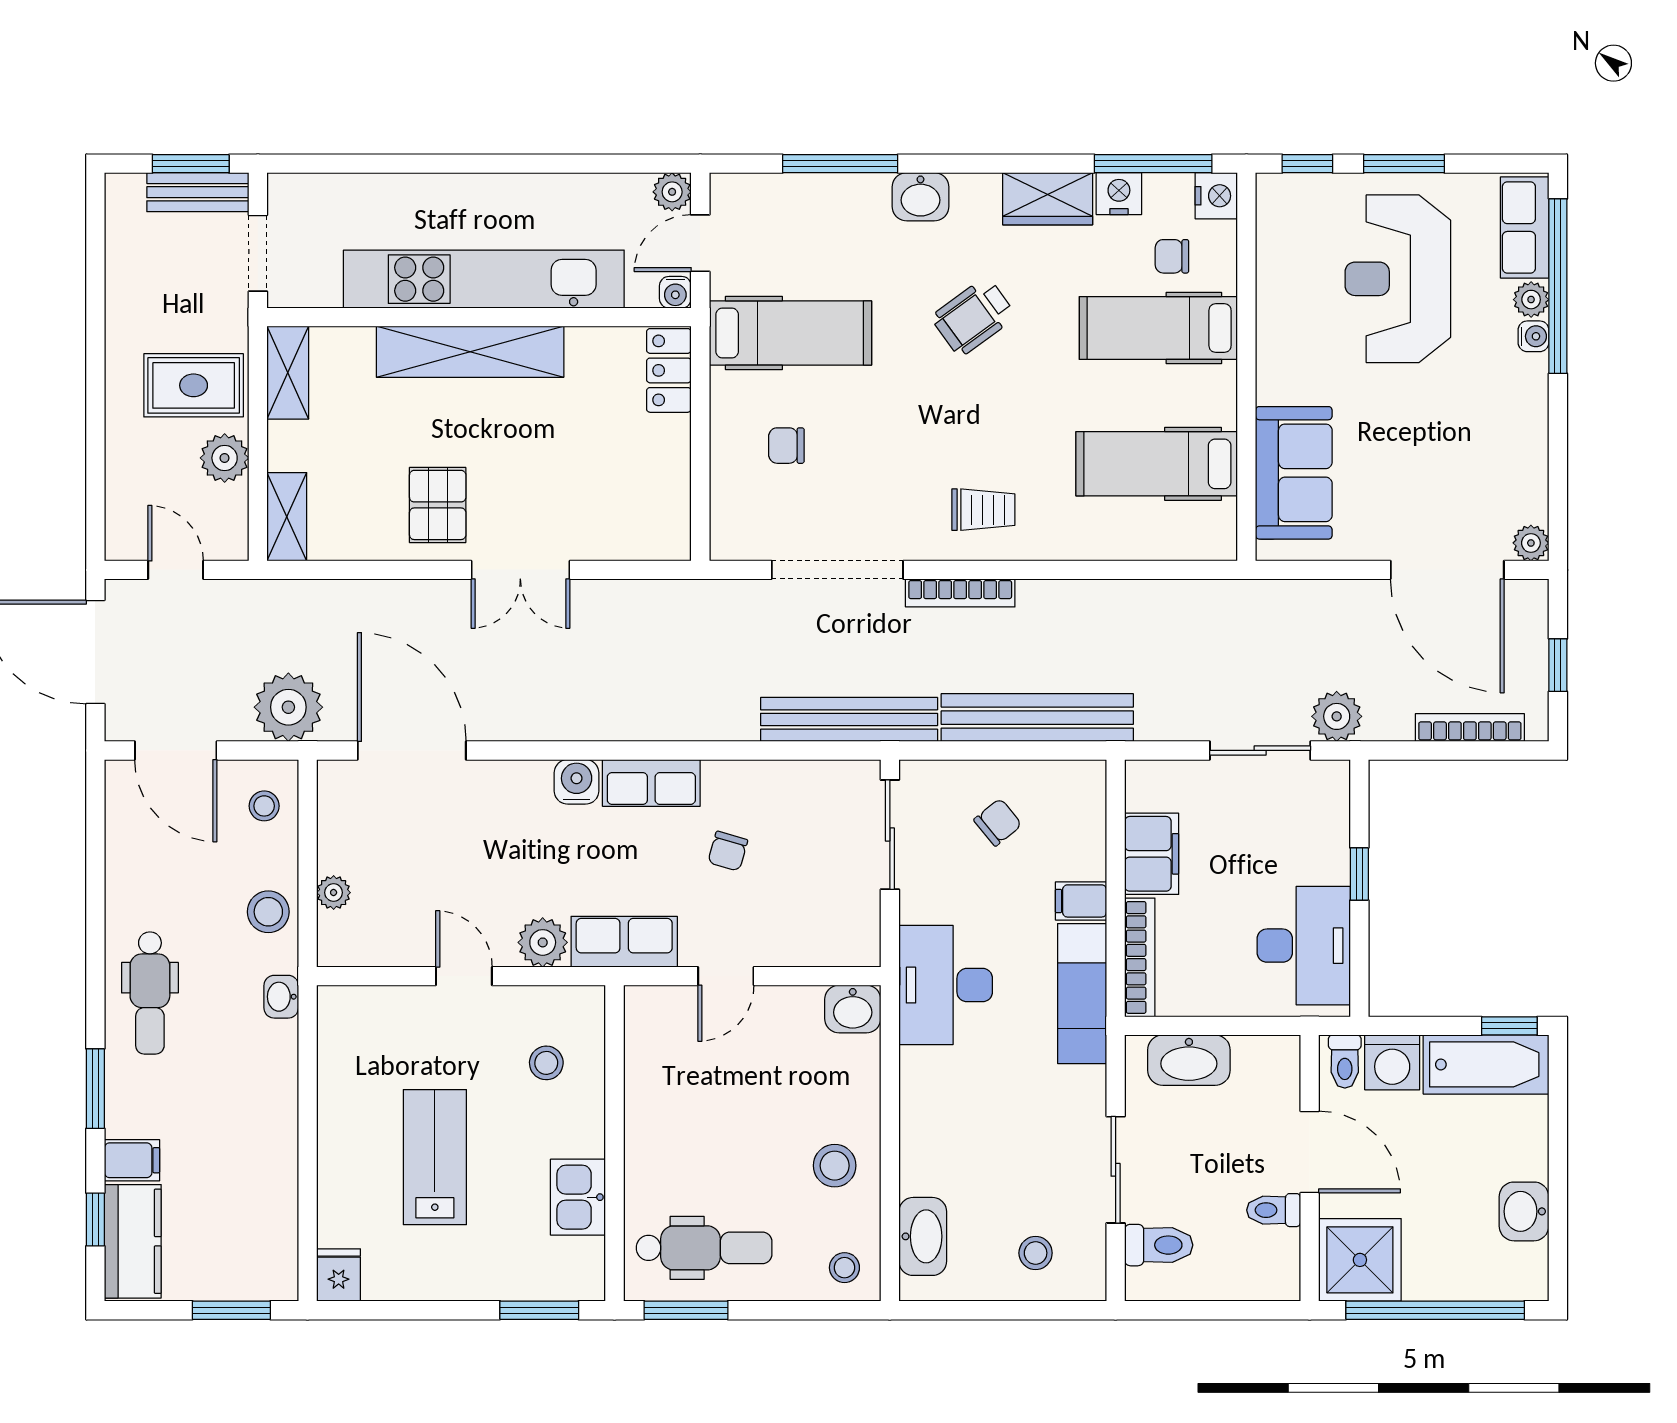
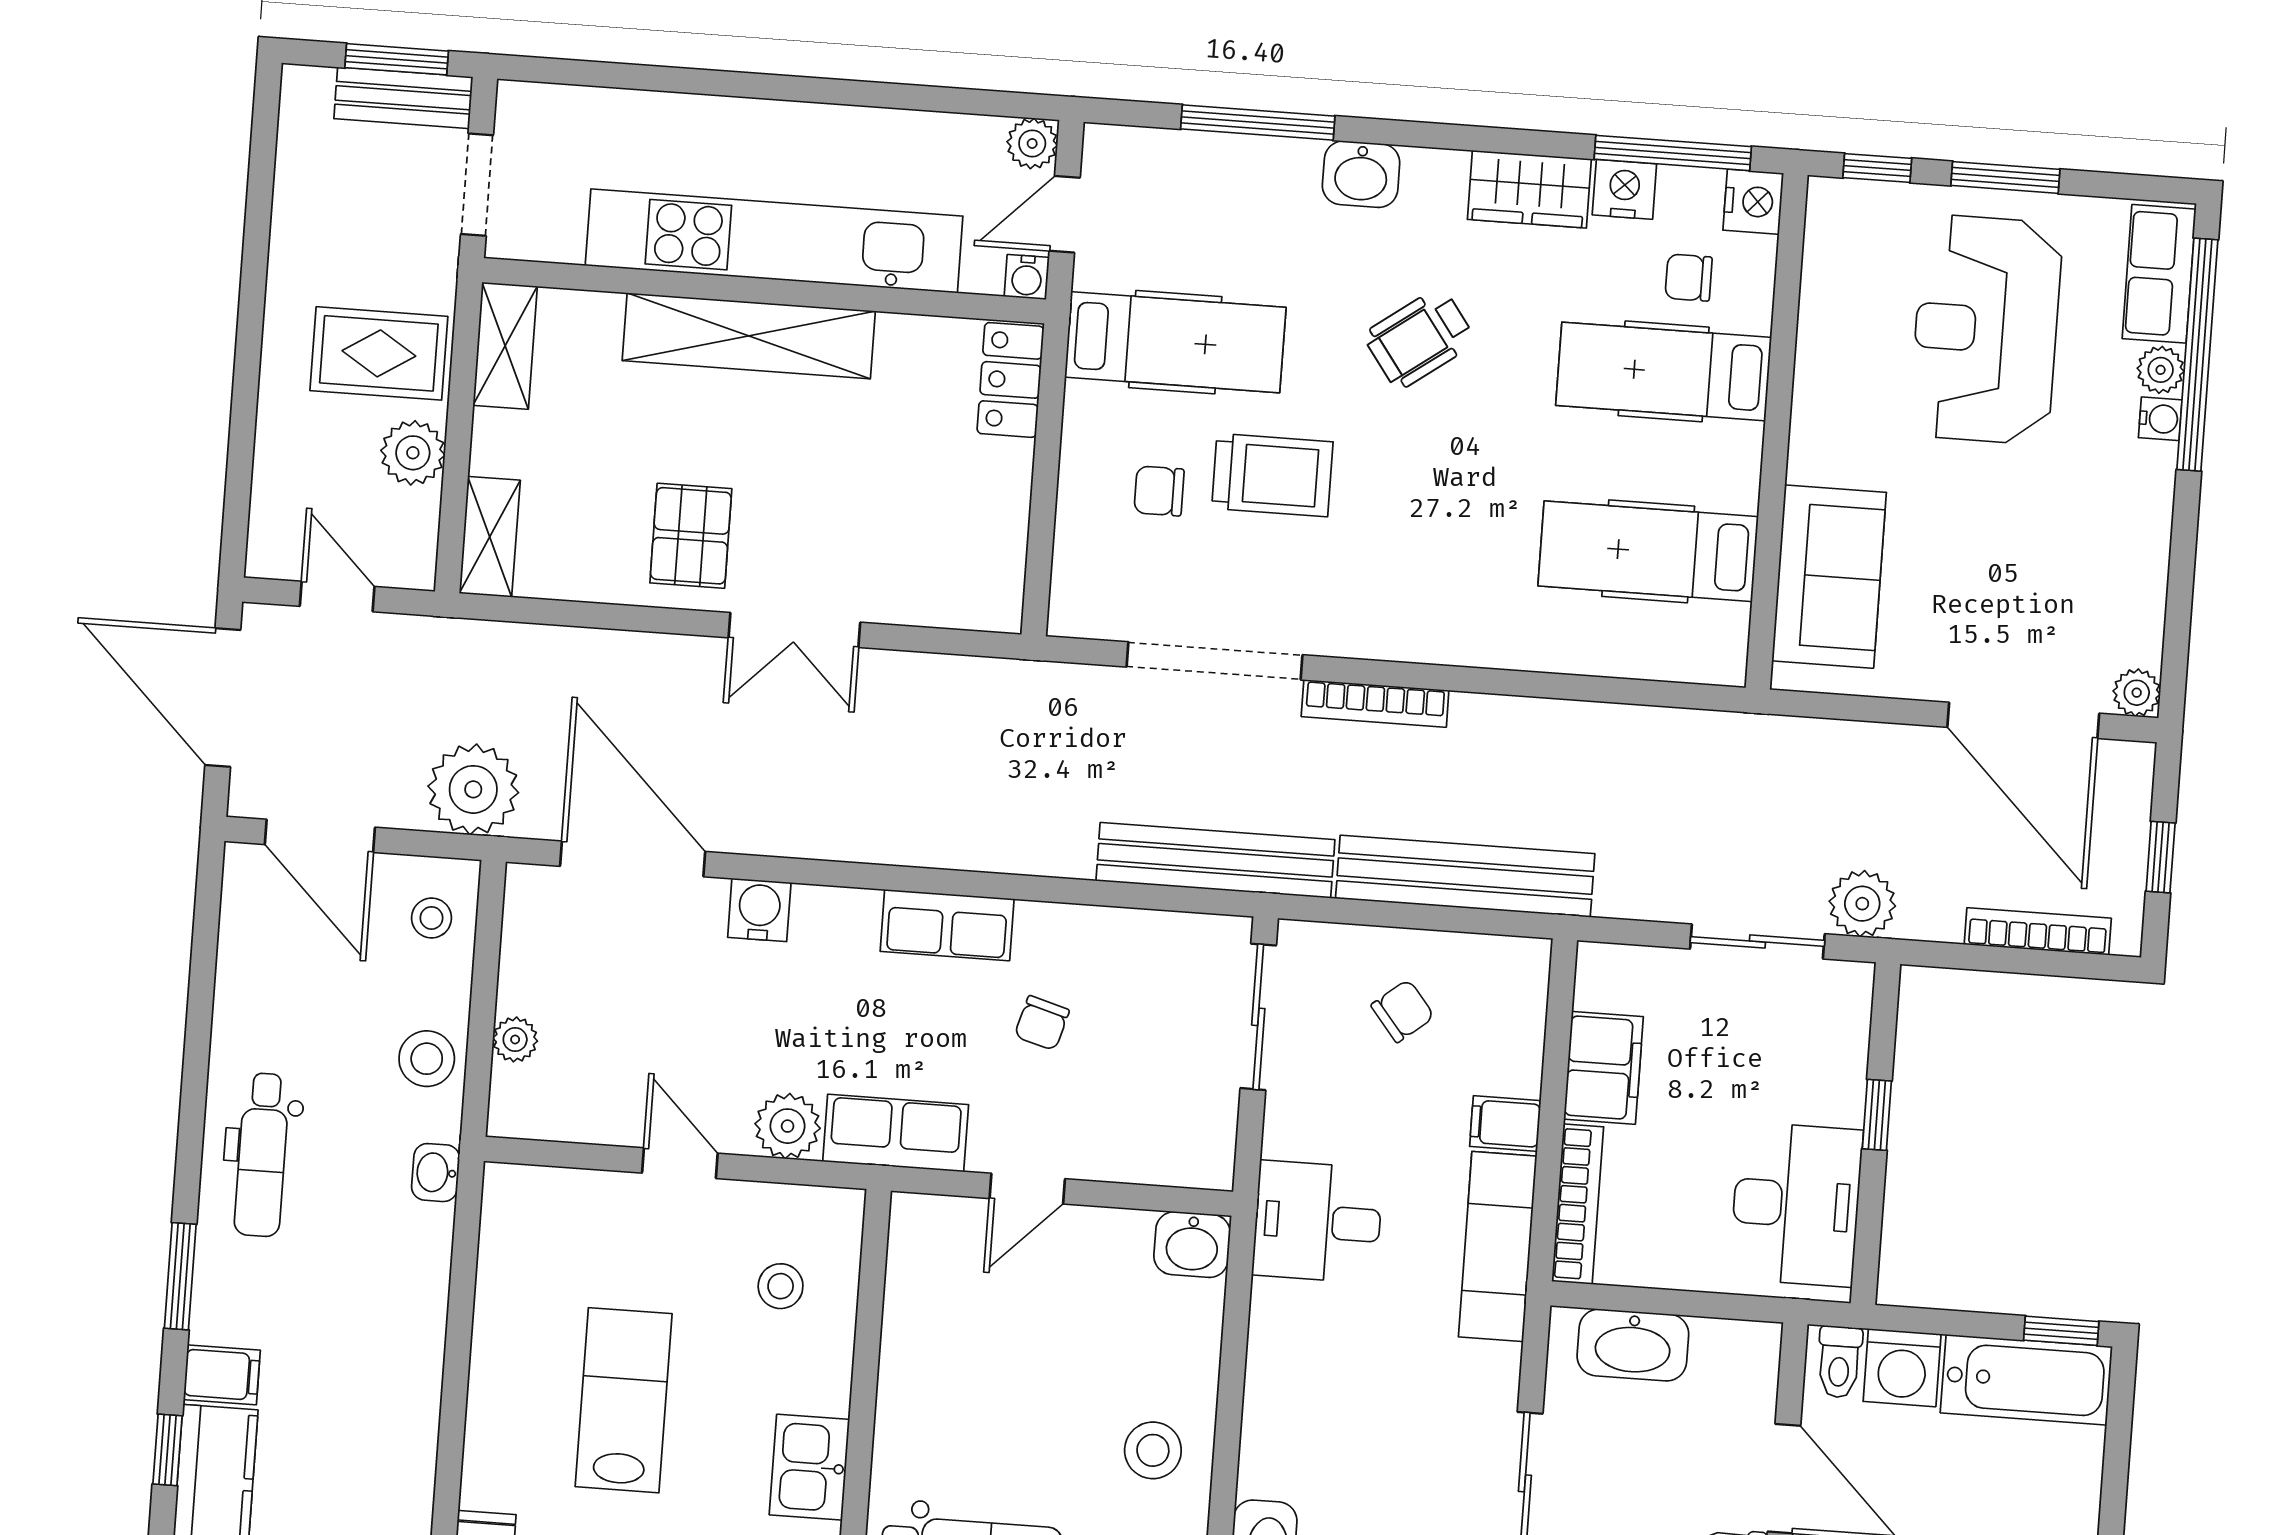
trolley: (983, 510) -> (1272, 475), moved, width x1.36, depth x1.39
water cooler: (577, 782) -> (759, 910), moved
desk: (946, 985) -> (1318, 1222), width x0.73

